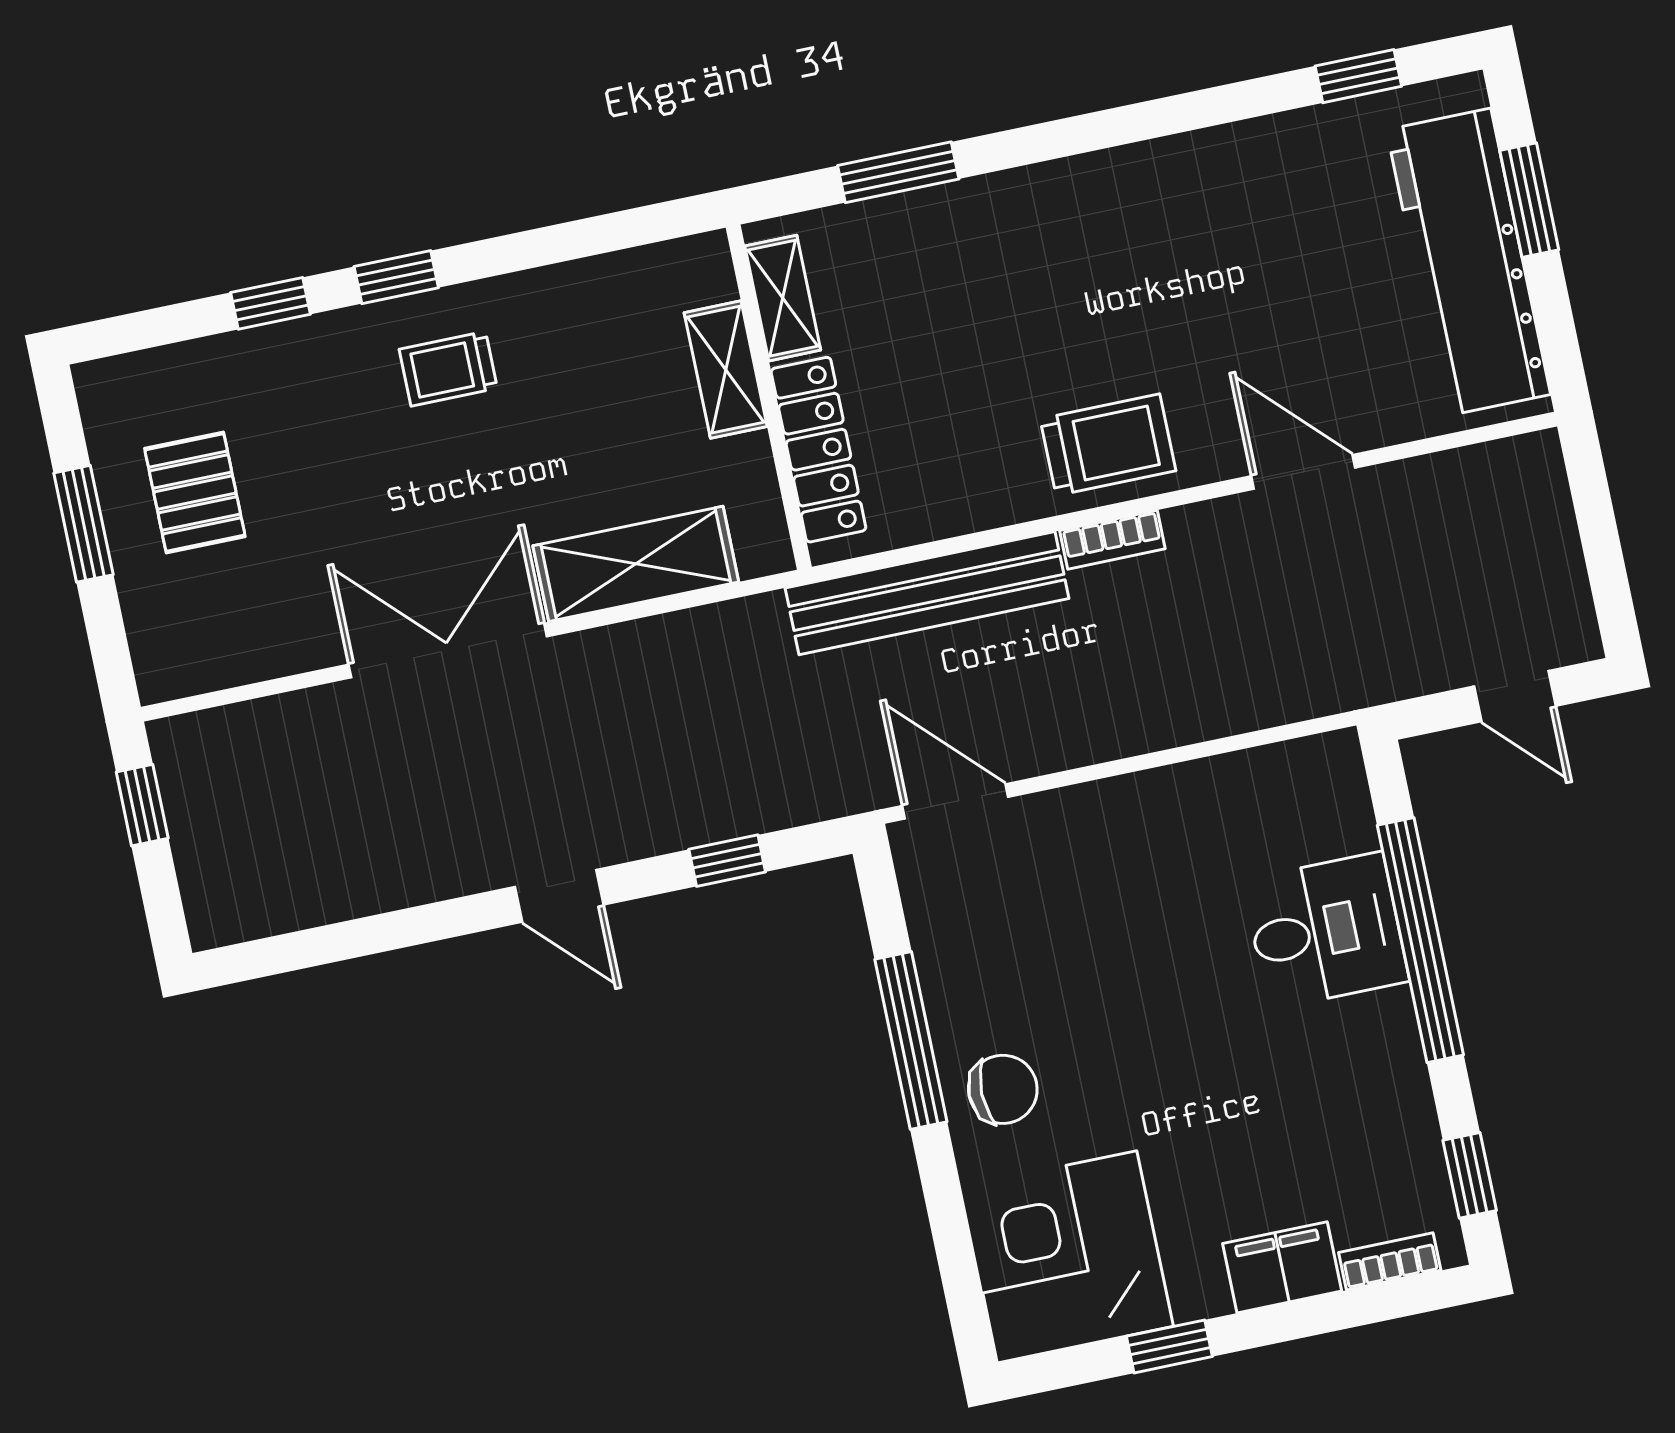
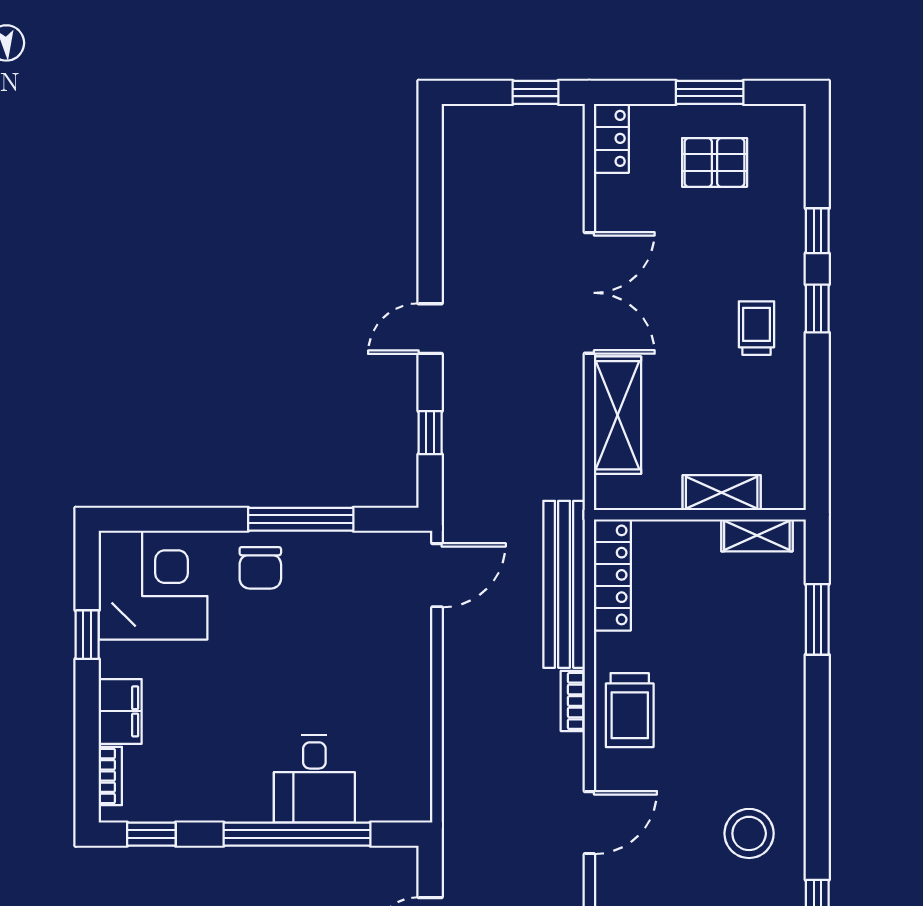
stool: (1267, 210) -> (749, 833), added
locker: (818, 450) -> (612, 575), moved, turned -90
locker: (191, 667) -> (611, 138), added

